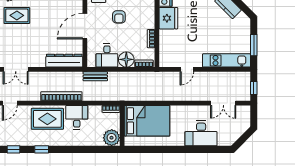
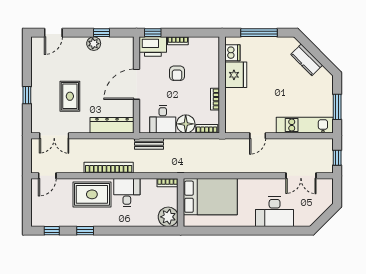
rug: (17, 15) -> (70, 96), moved, turned 90

